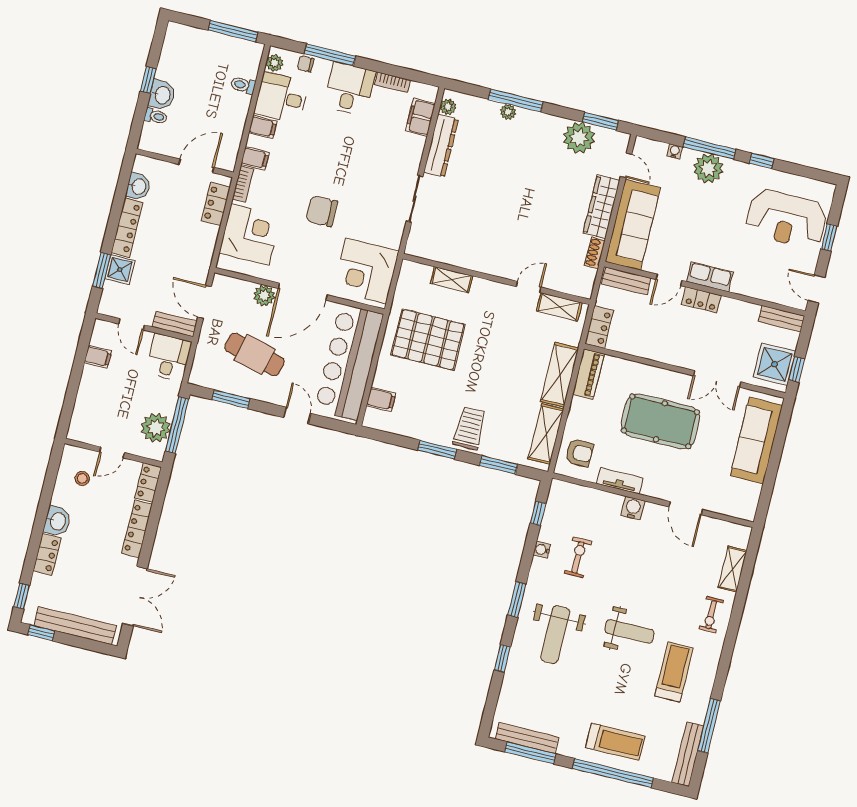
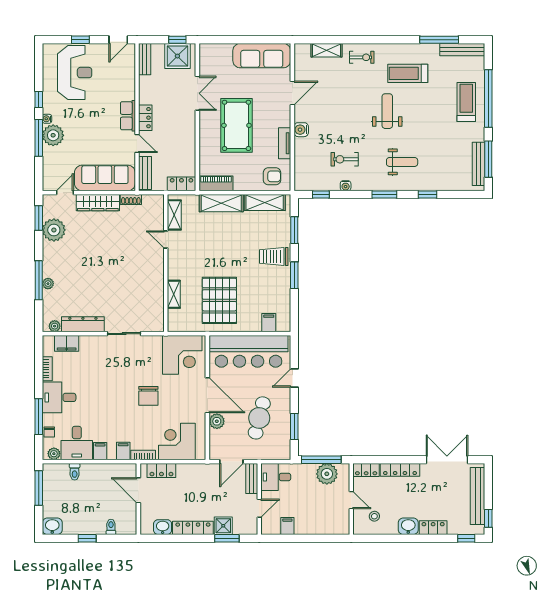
washbasin: (162, 95) -> (52, 526), moved
water cooler: (674, 151) -> (47, 119), moved
sofa: (756, 440) -> (262, 56), moved
armchair: (579, 453) -> (272, 176), turned 90
weight bench: (555, 634) -> (402, 162), width x0.73, depth x0.75

